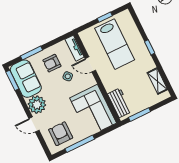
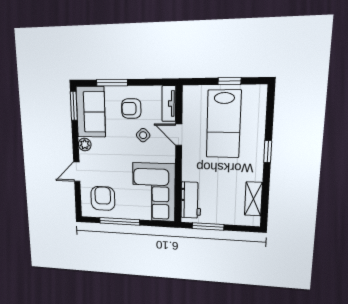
plant: (37, 105) -> (85, 145), width x0.53, depth x0.53
door: (34, 124) -> (77, 172), hinge flipped

